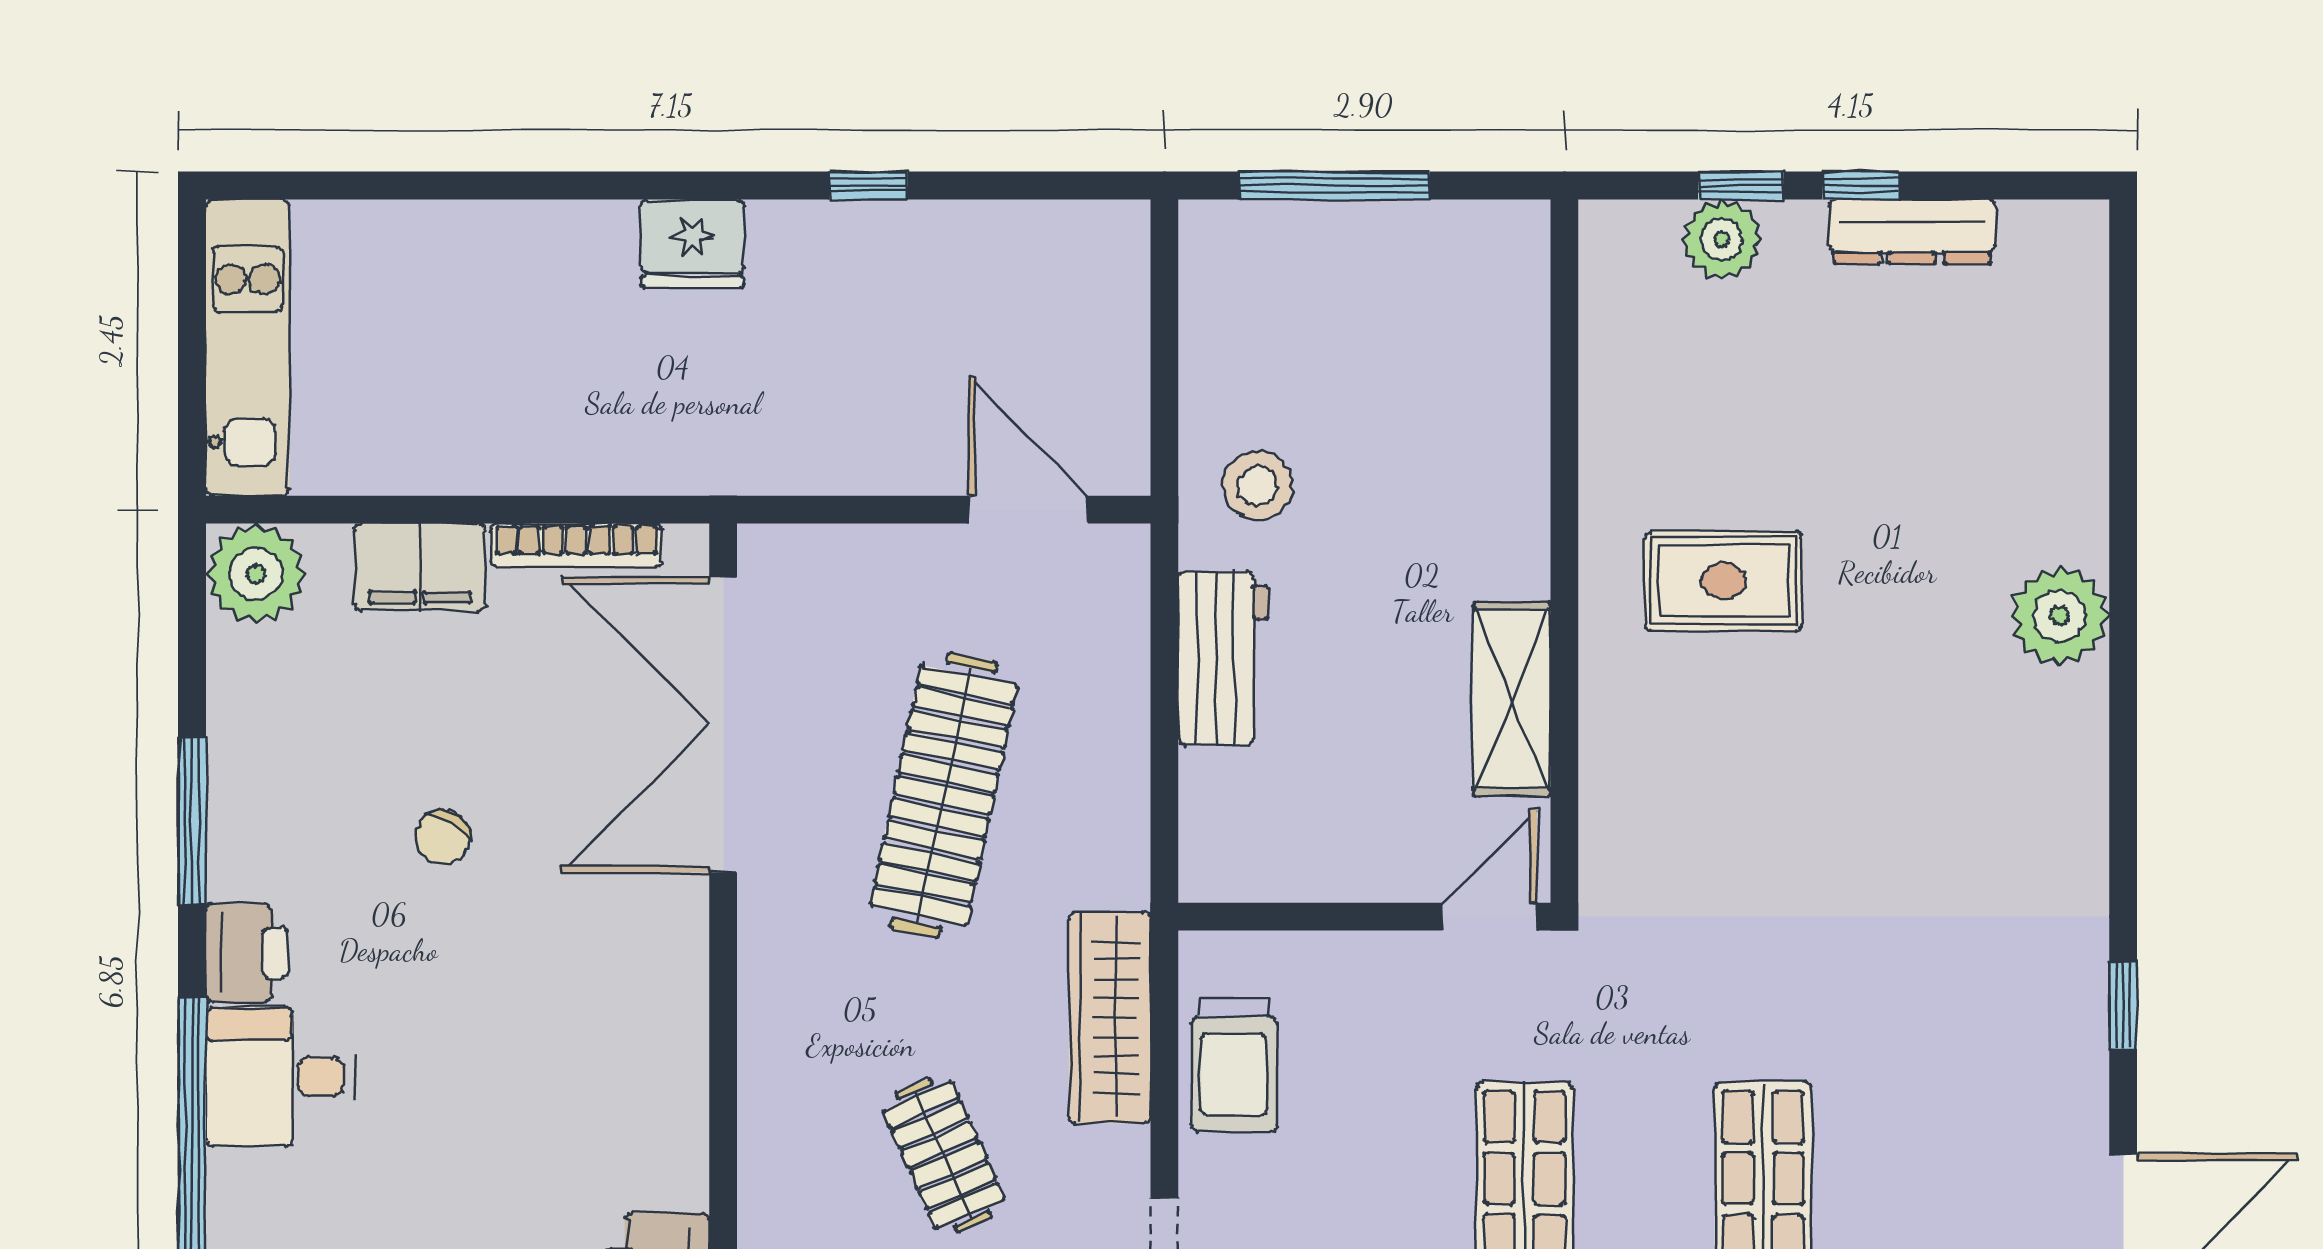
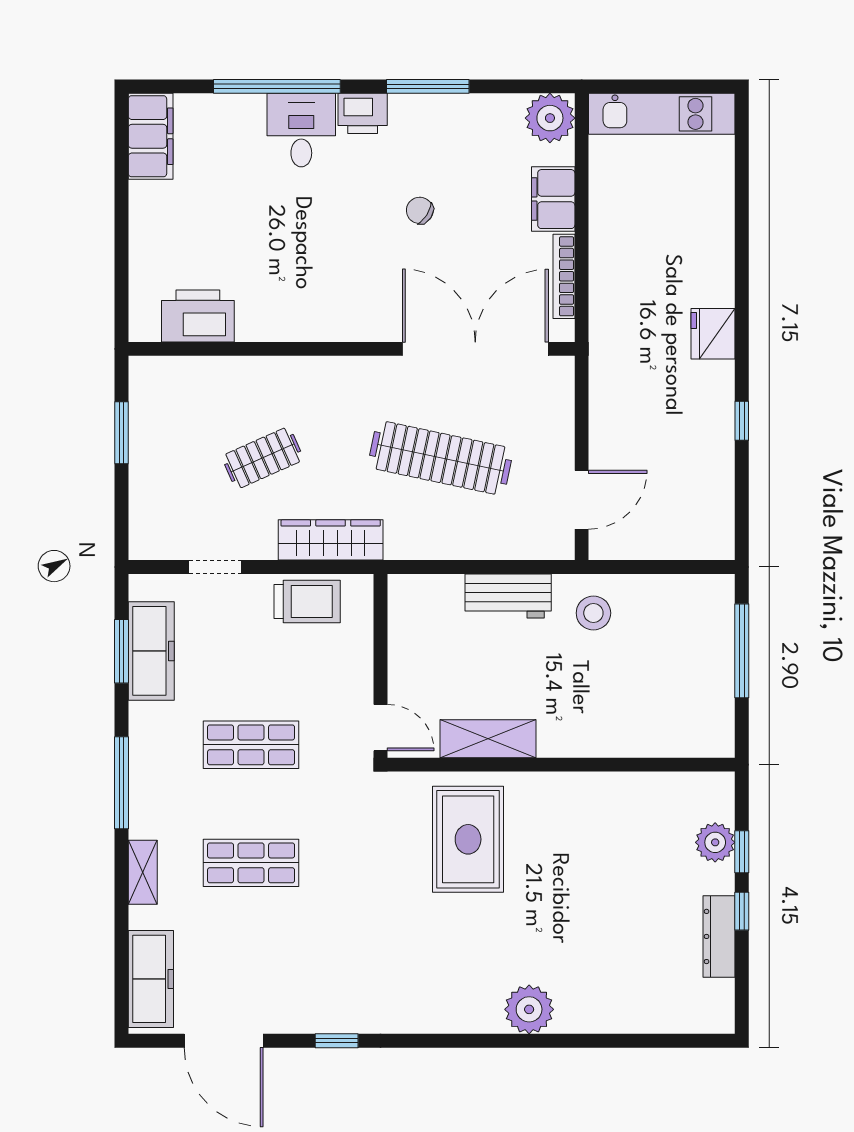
rug: (1724, 581) -> (468, 839), moved, width x1.36, depth x1.43
trolley: (1234, 1065) -> (307, 601), turned 180

